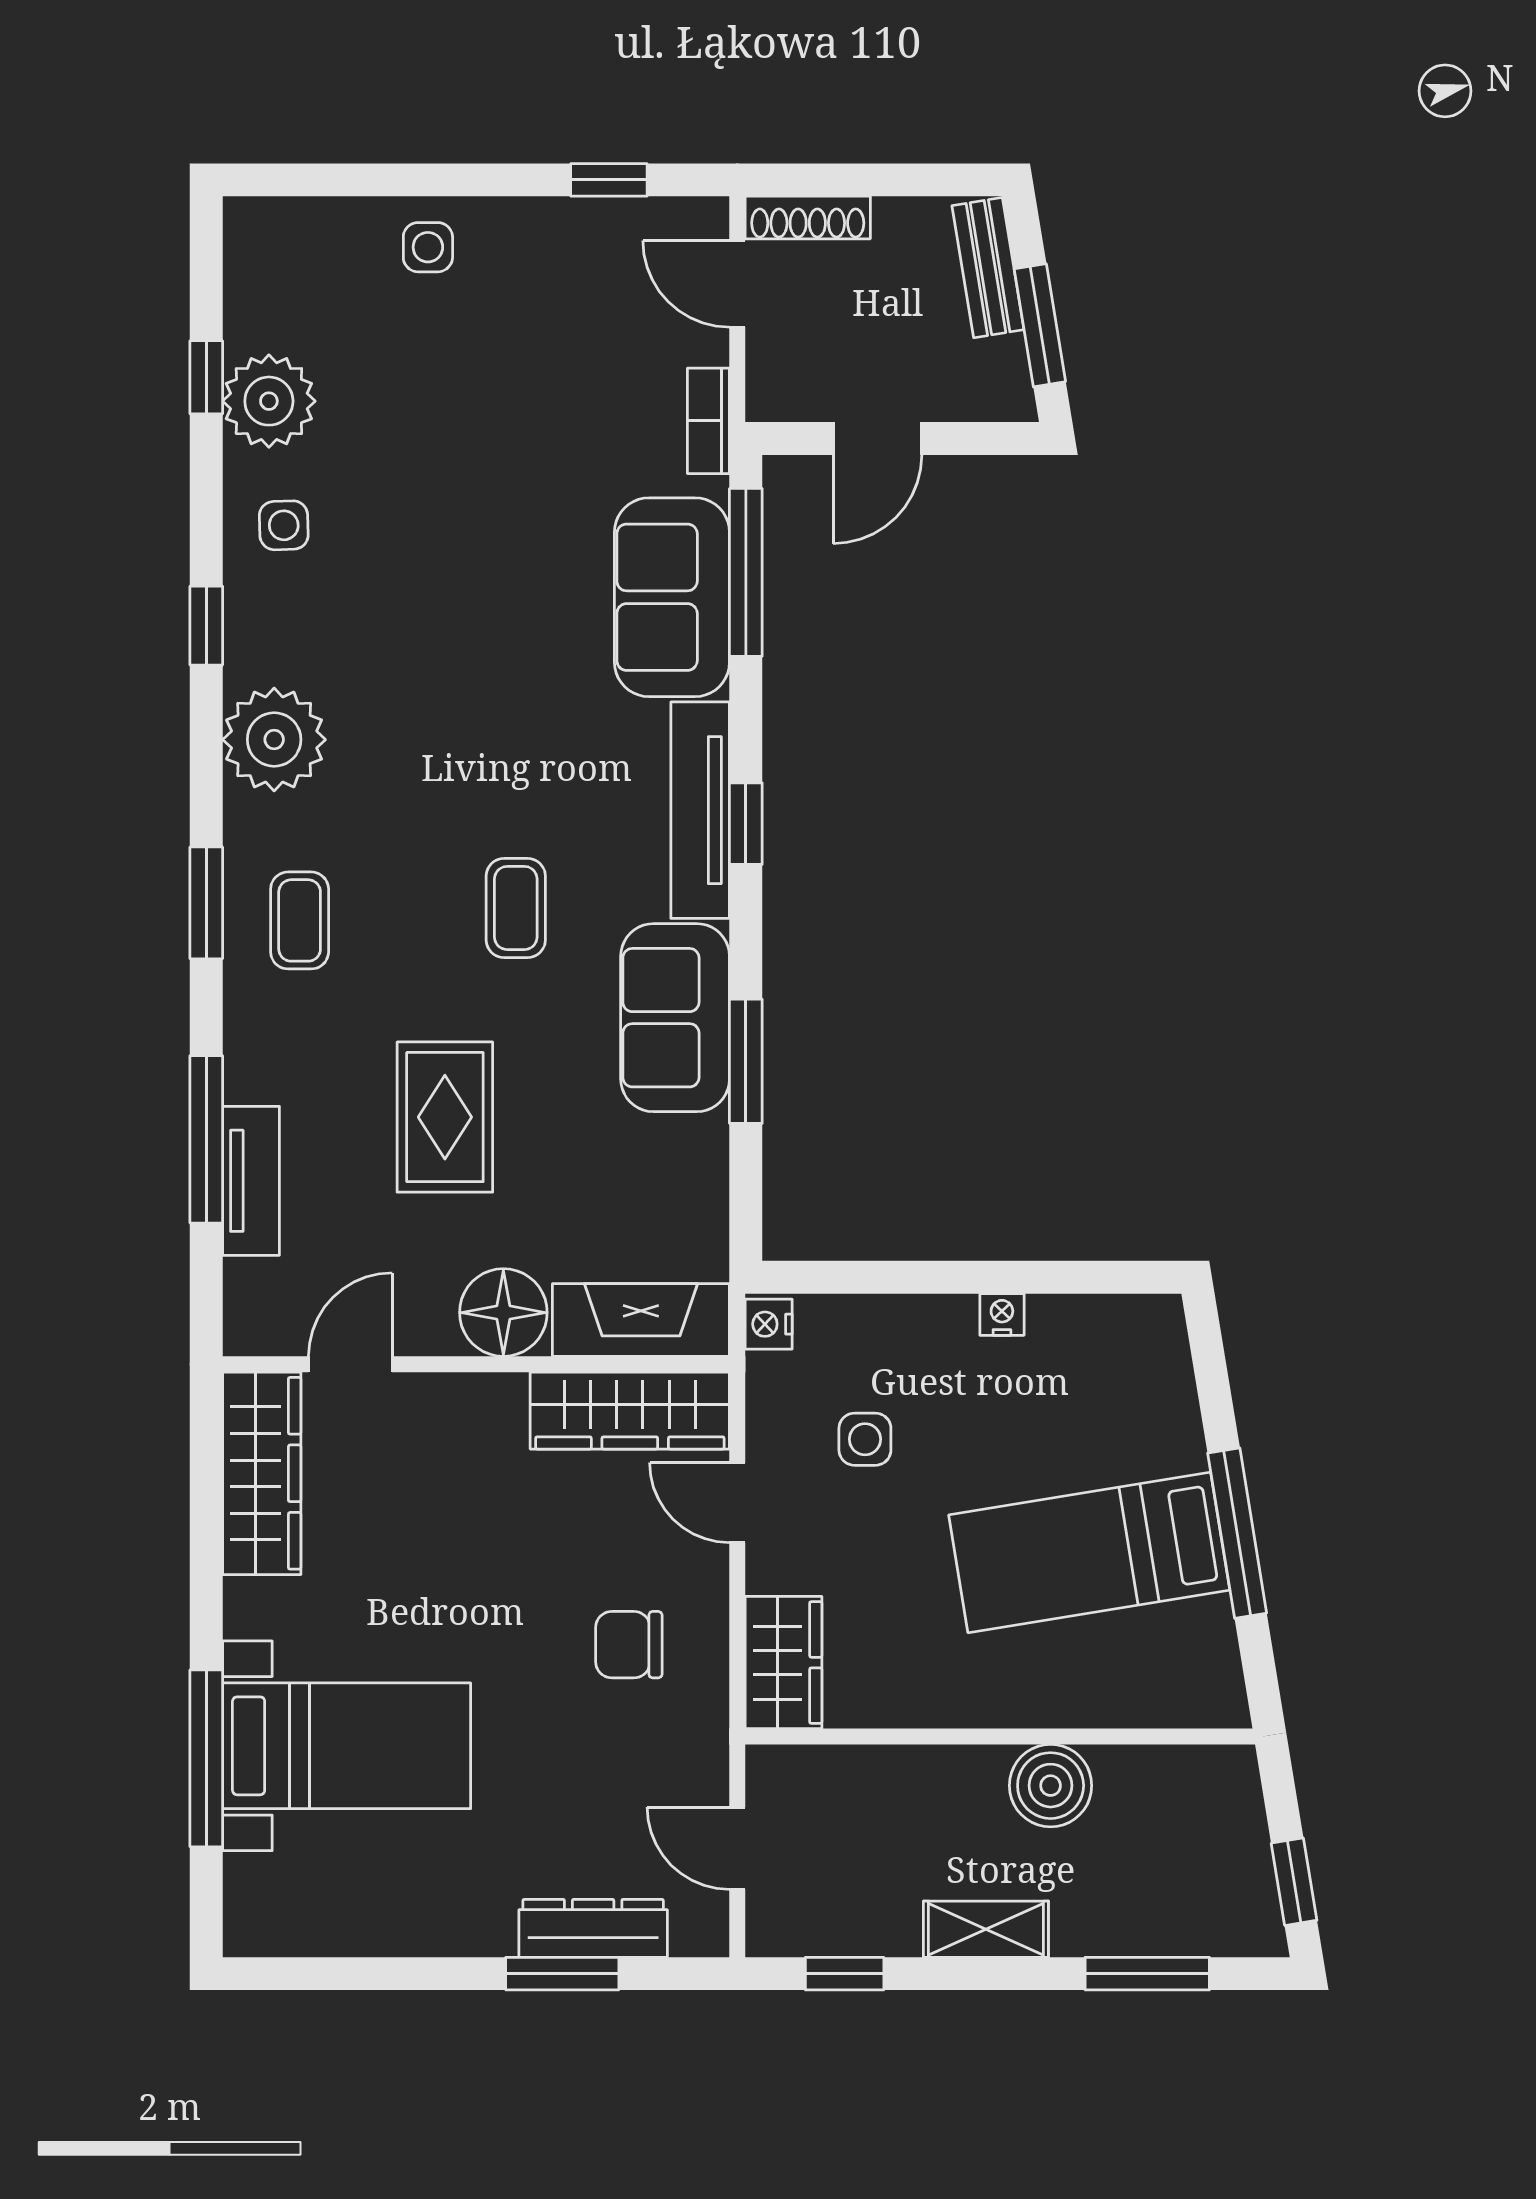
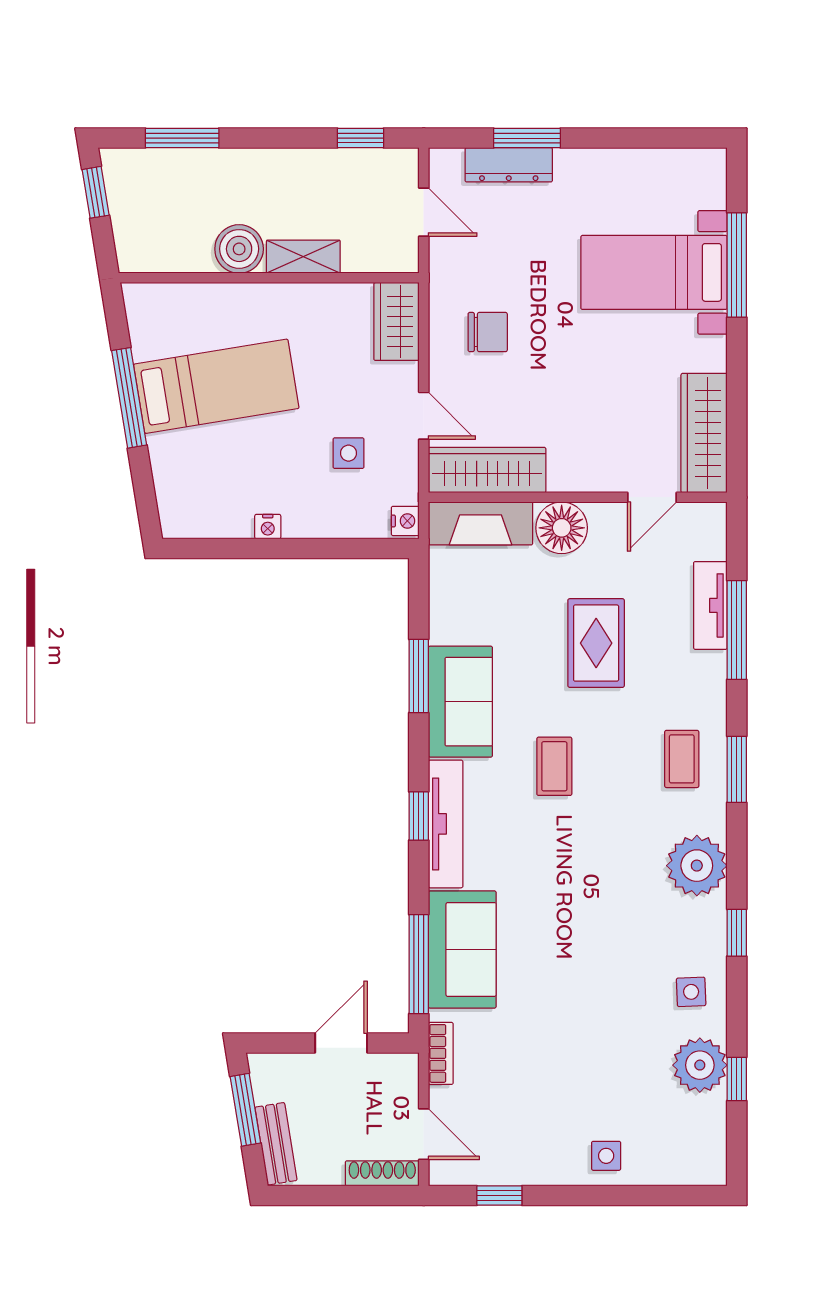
shelving: (986, 1929) -> (303, 257), moved

